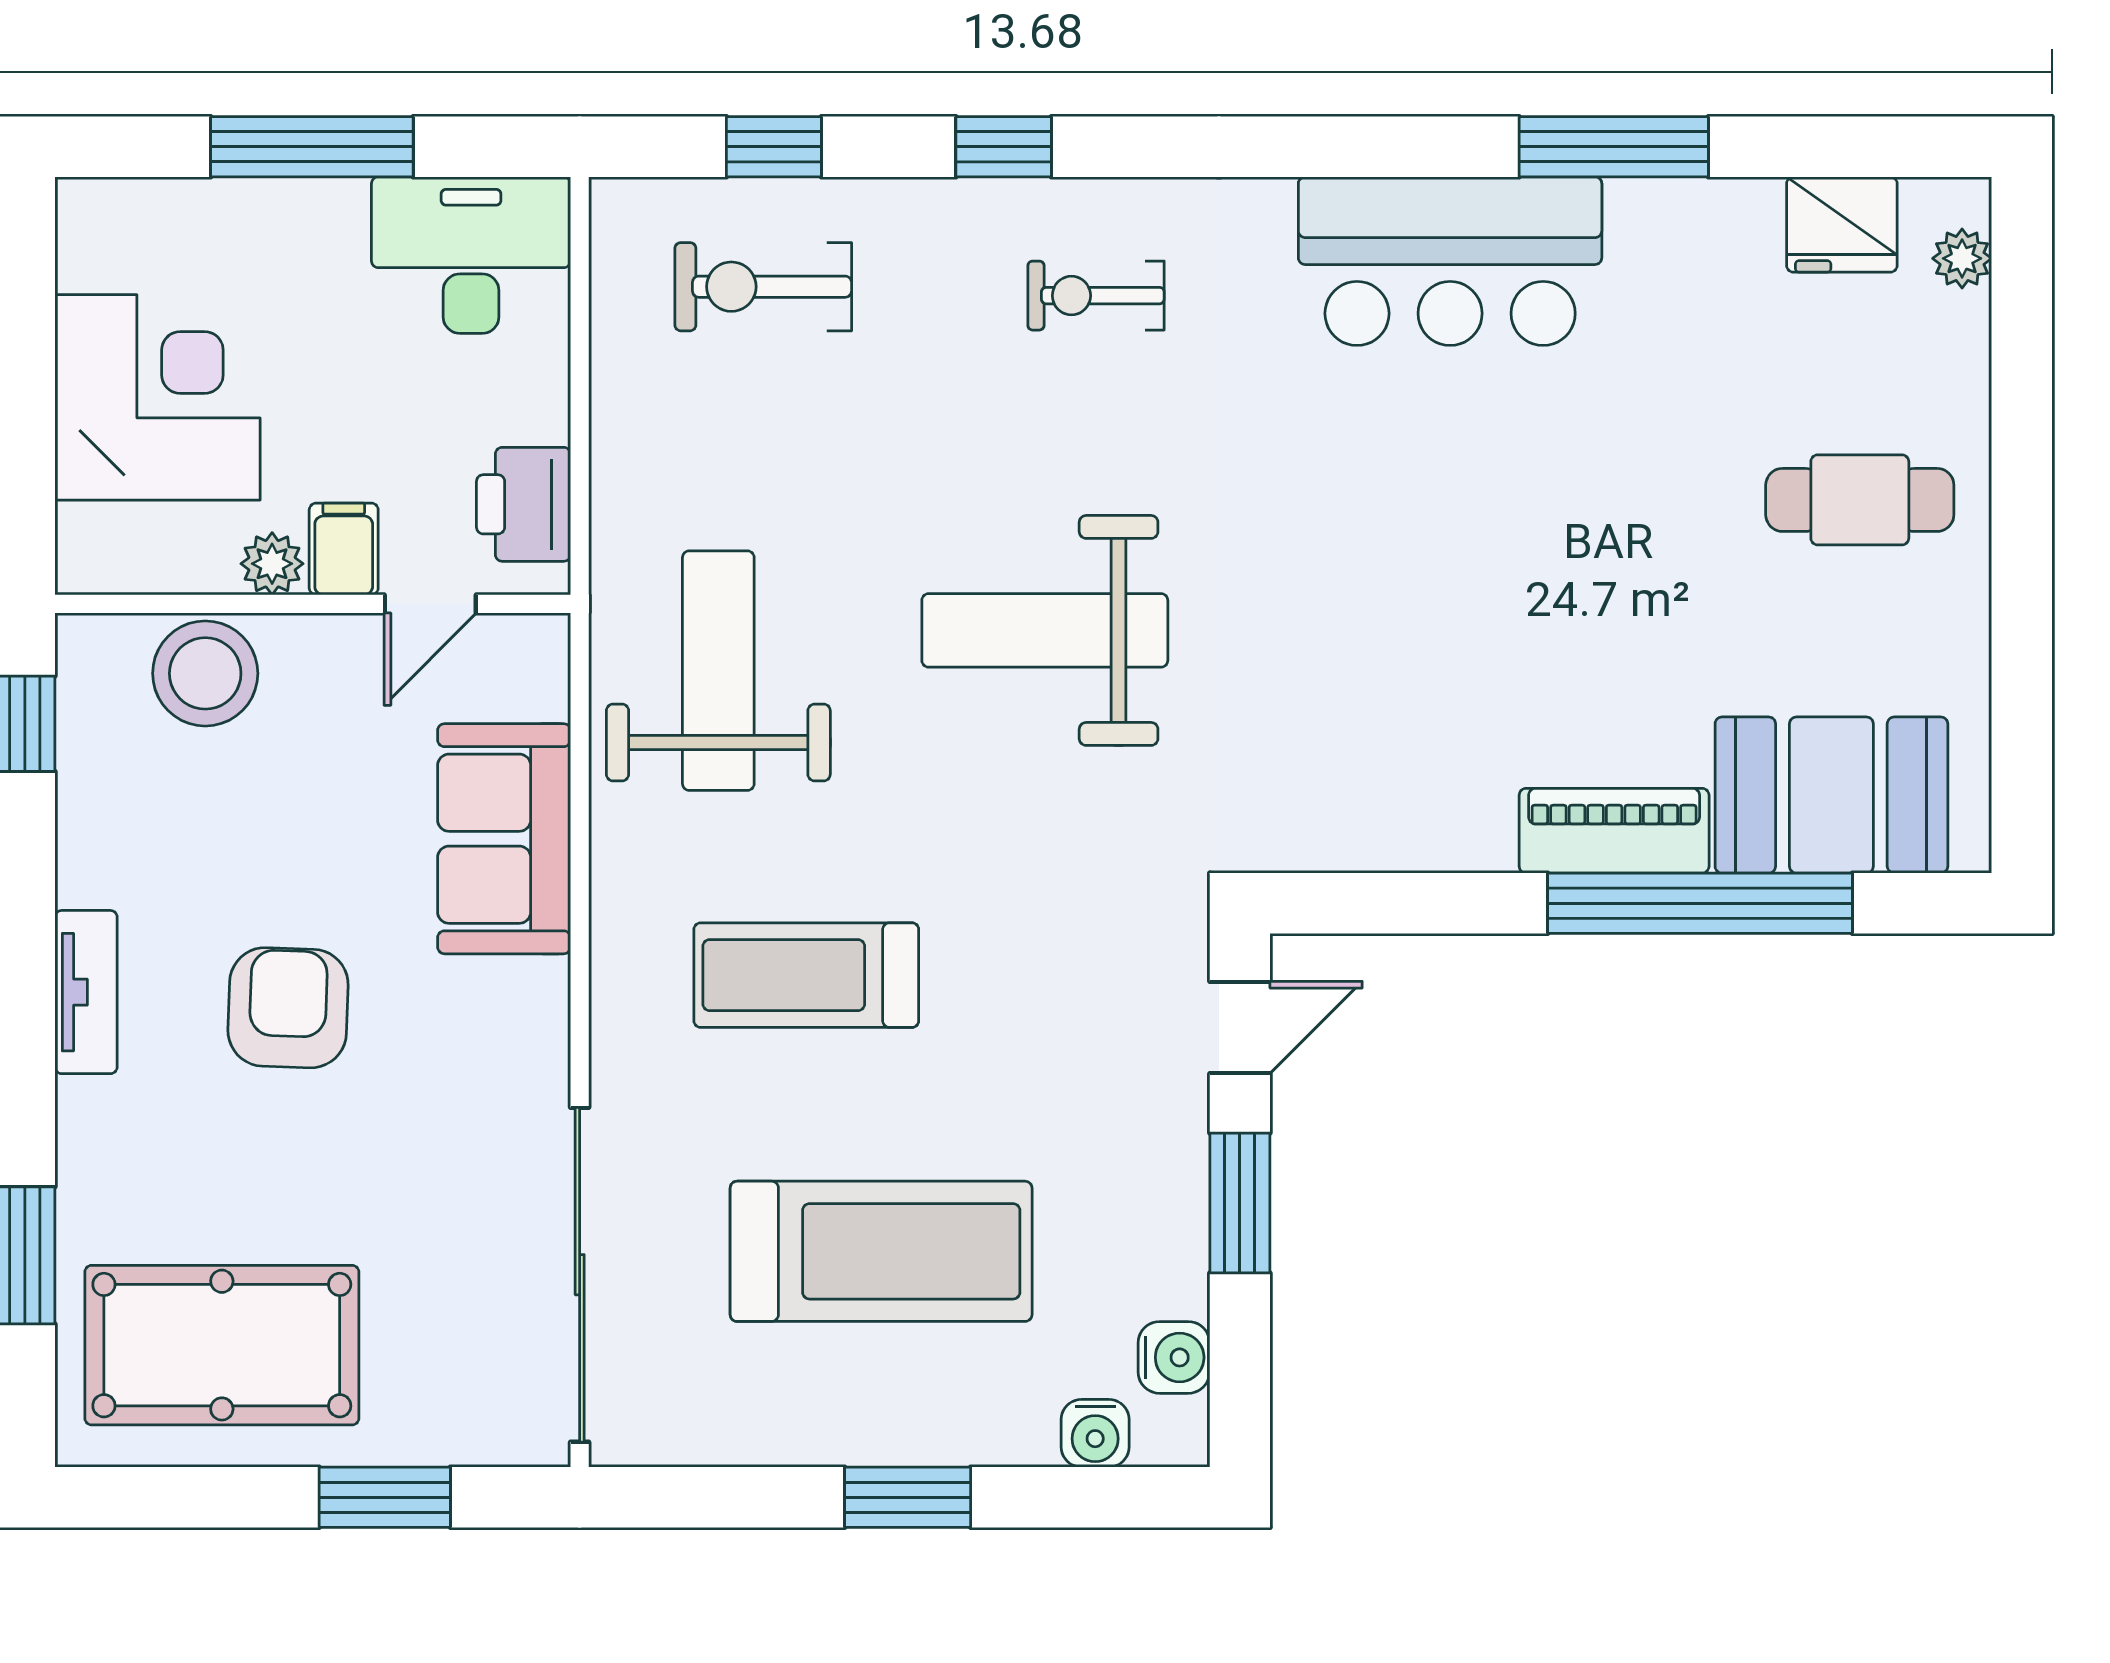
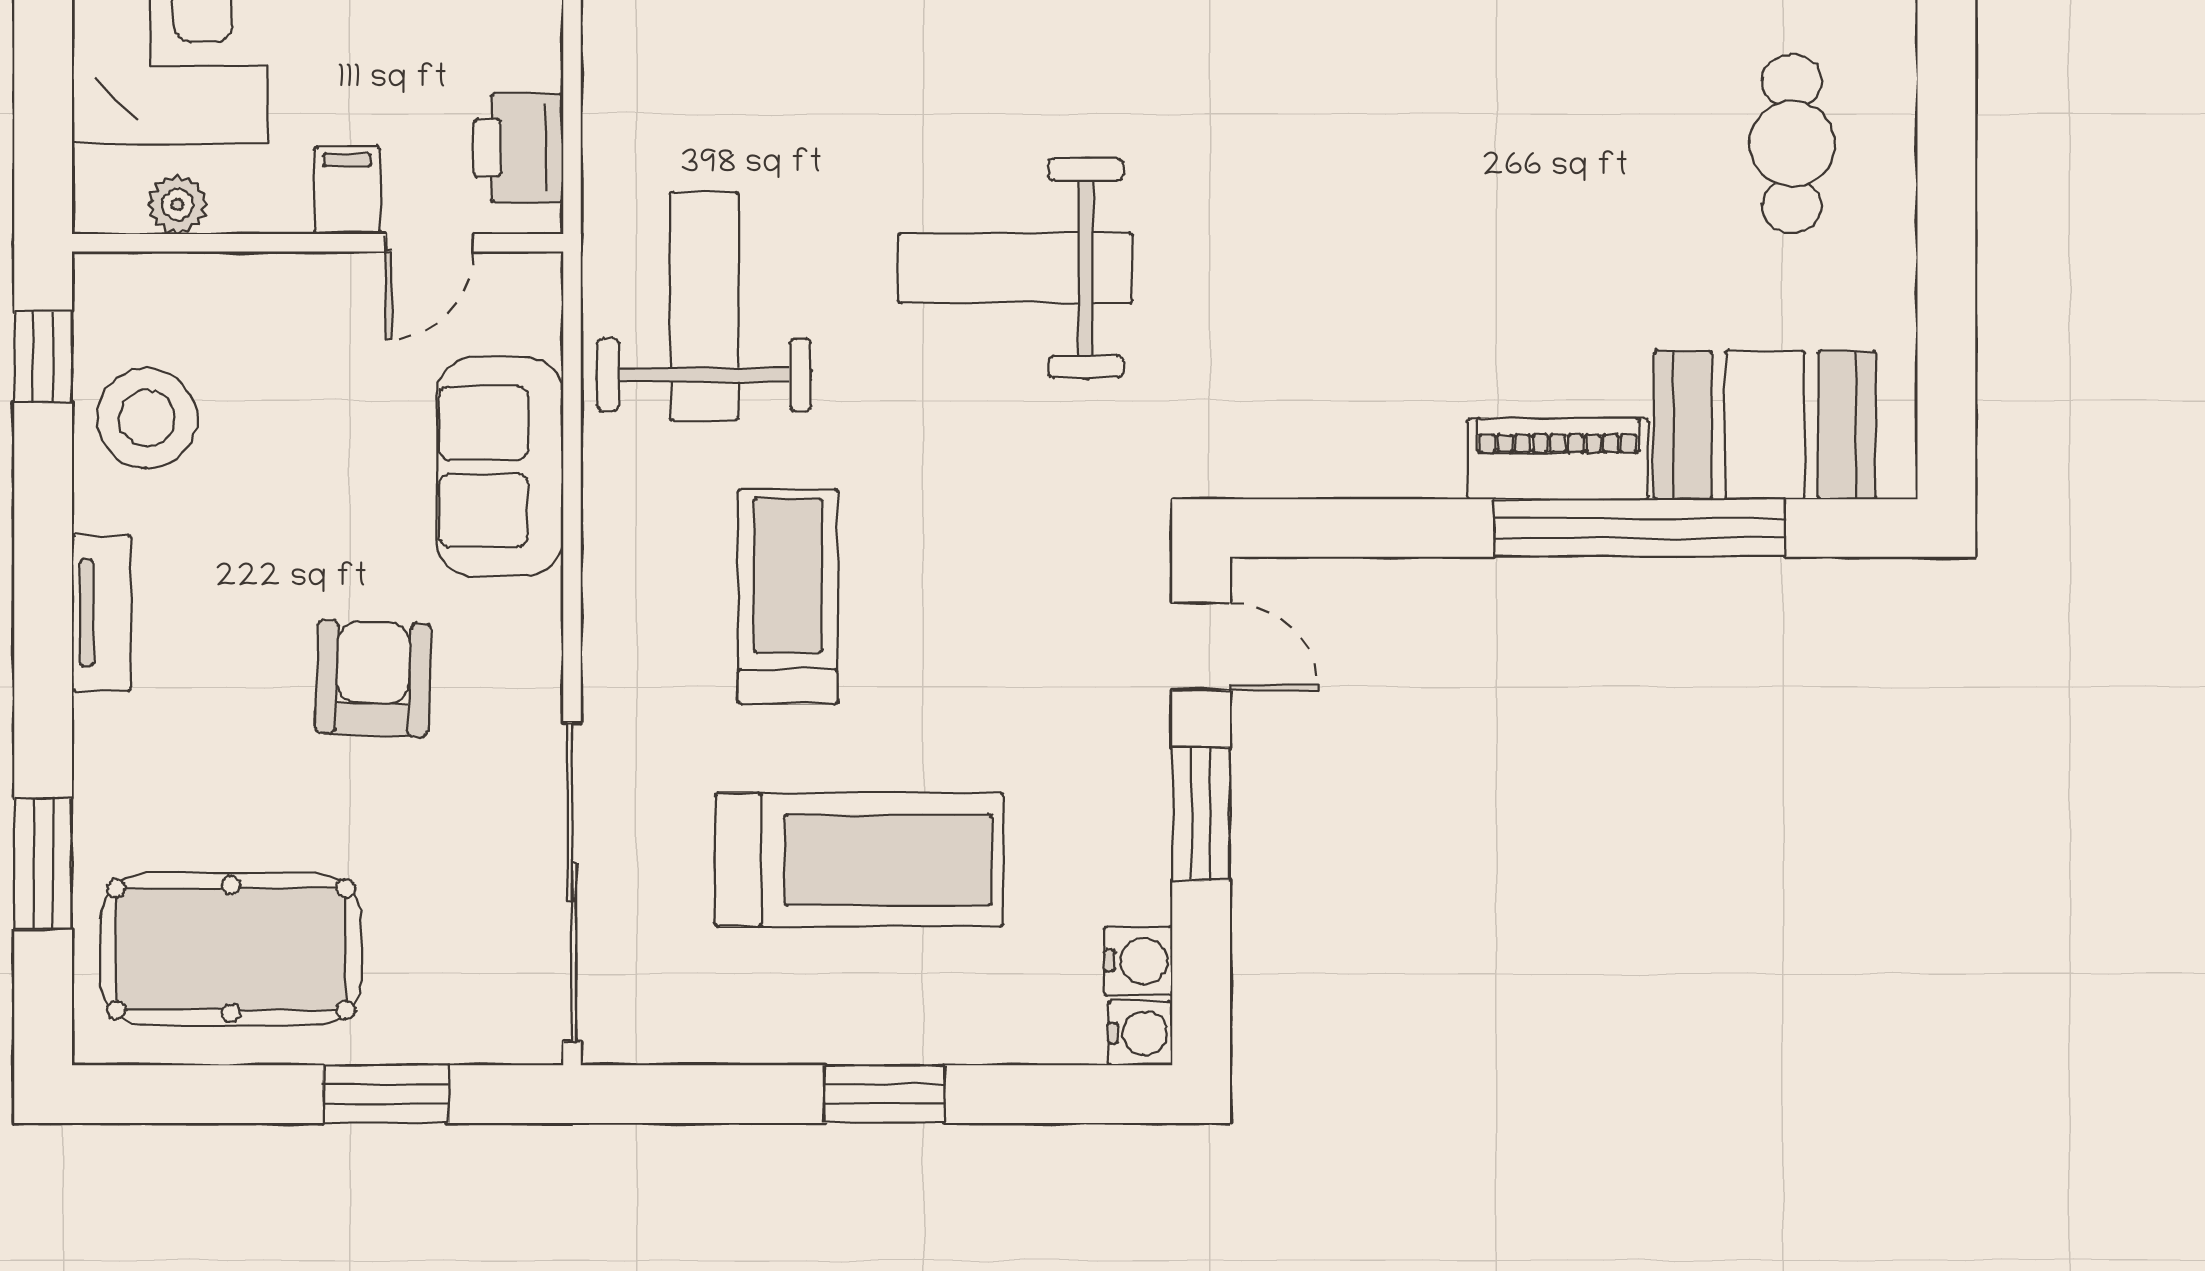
cafe table: (1860, 500) -> (1792, 144), turned 90
plant: (272, 564) -> (177, 204), moved
stool: (205, 673) -> (147, 418), moved
treadmill: (806, 975) -> (788, 597), turned 90
armchair: (288, 1008) -> (373, 678), moved
door: (1240, 1027) -> (1201, 646), hinge flipped
water cooler: (1095, 1433) -> (1140, 1033), moved, turned -90

